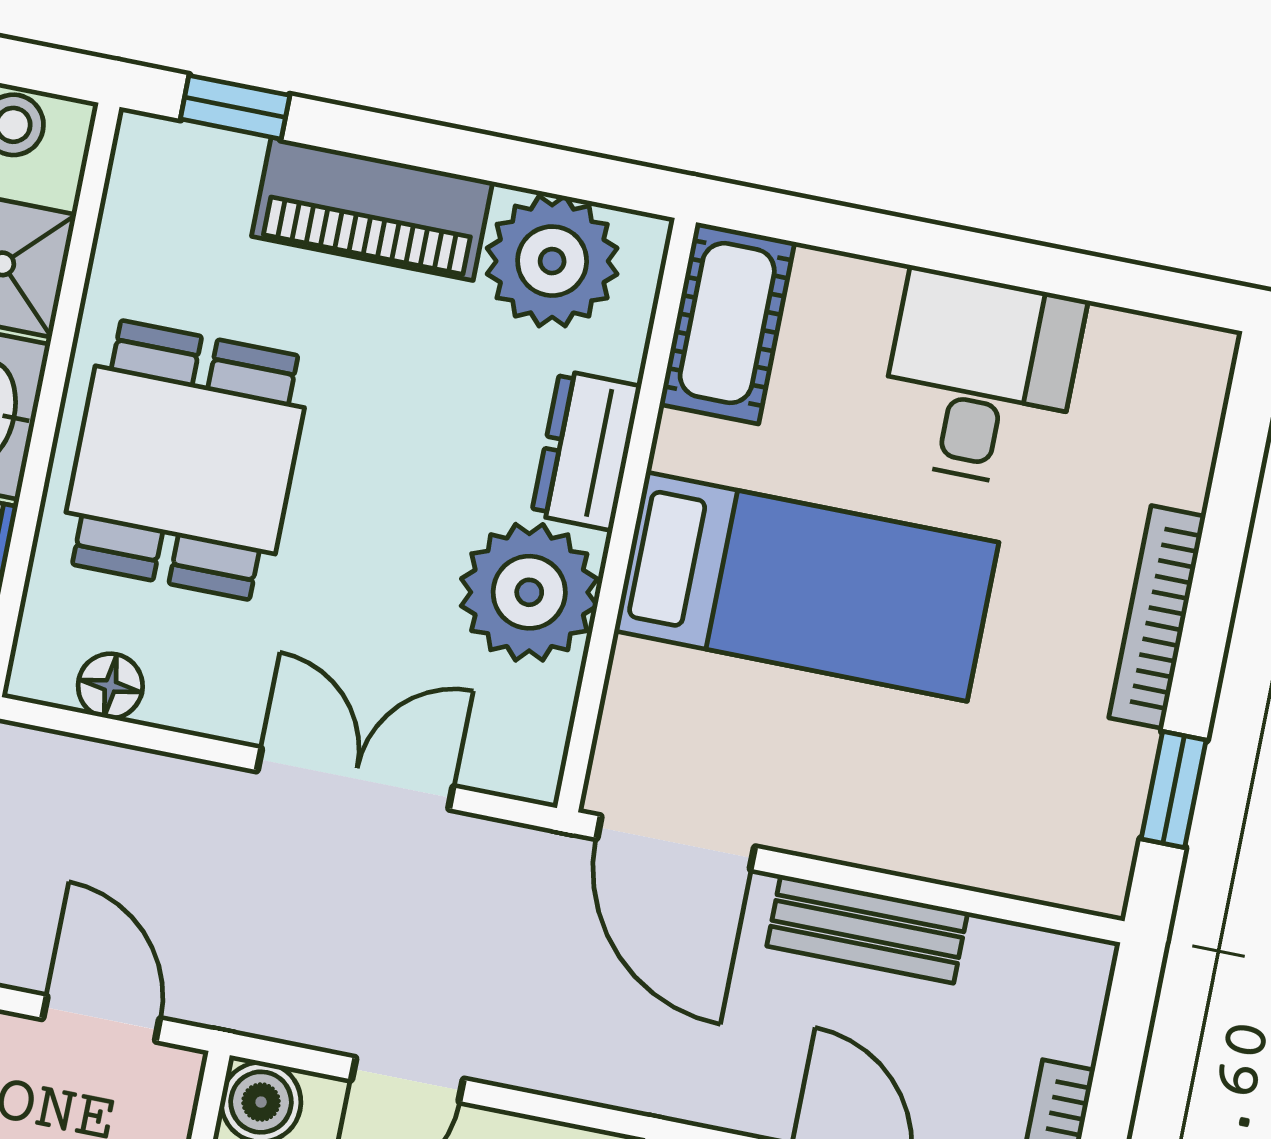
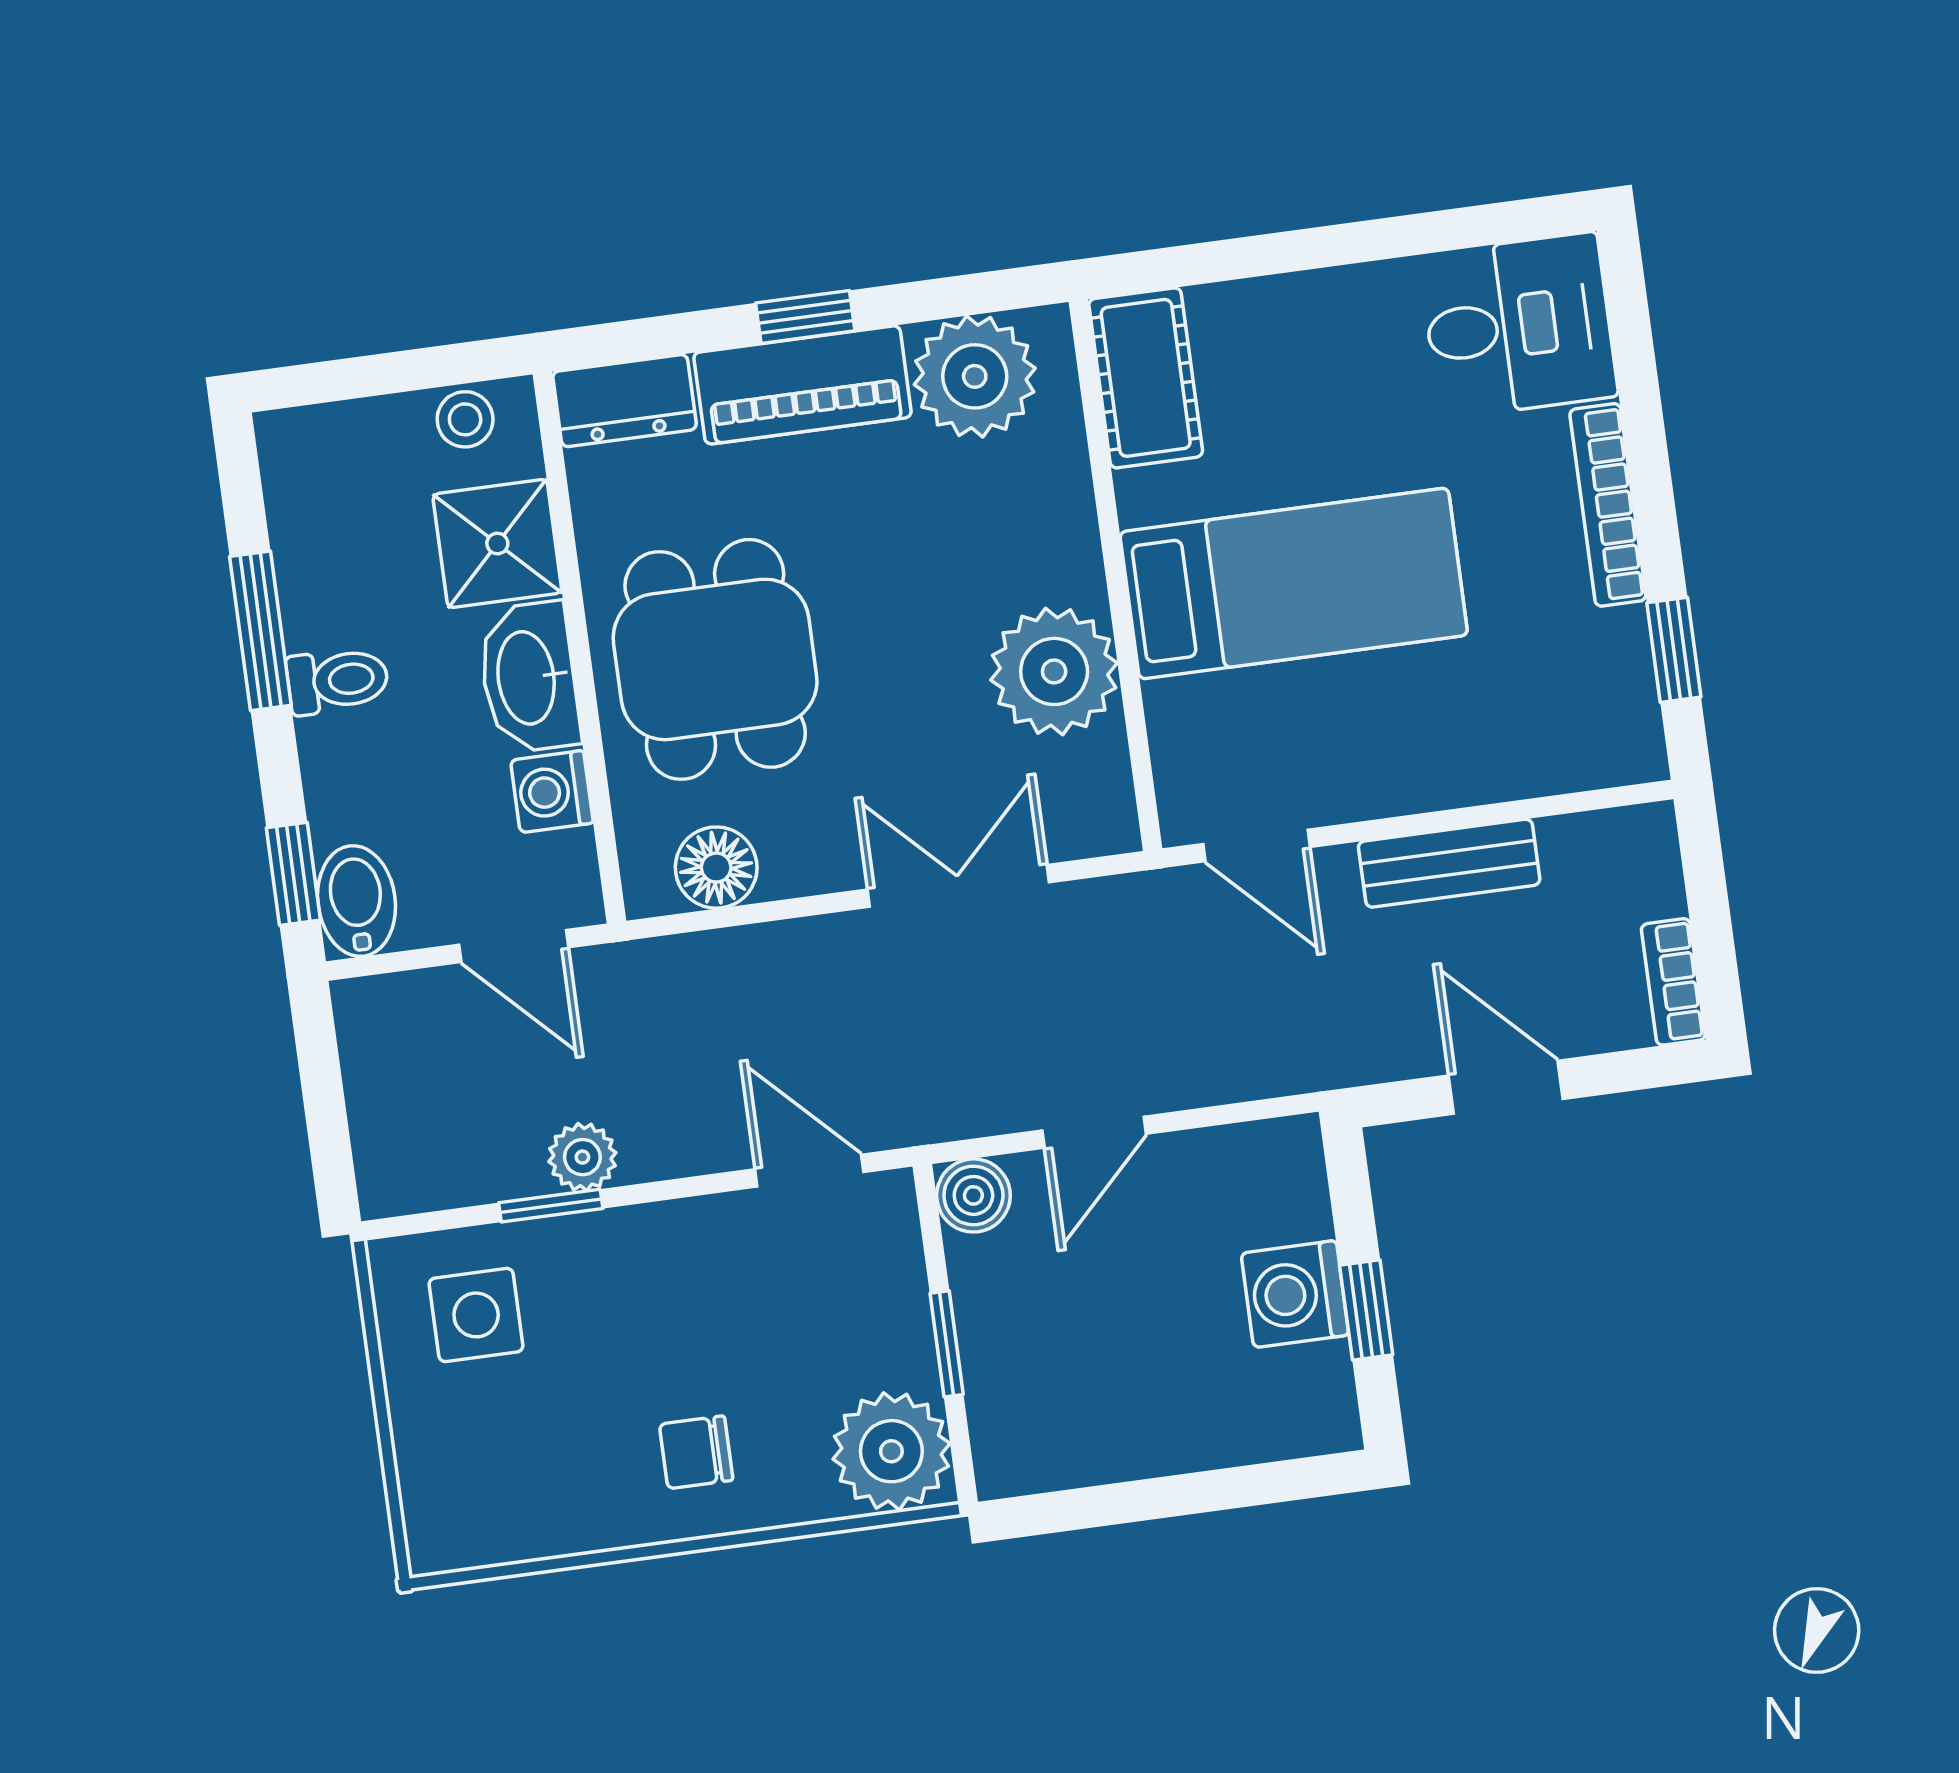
window: (235, 107) -> (805, 317), moved
desk: (980, 379) -> (1518, 326), moved, turned 90
dresser: (586, 450) -> (625, 401), moved, turned -90
floor lamp: (110, 686) -> (716, 868), width x1.37, depth x1.37
door: (676, 843) -> (1257, 846), width x0.73

